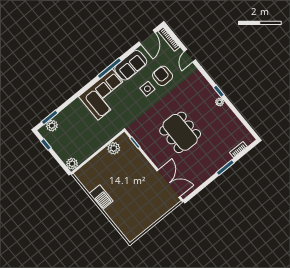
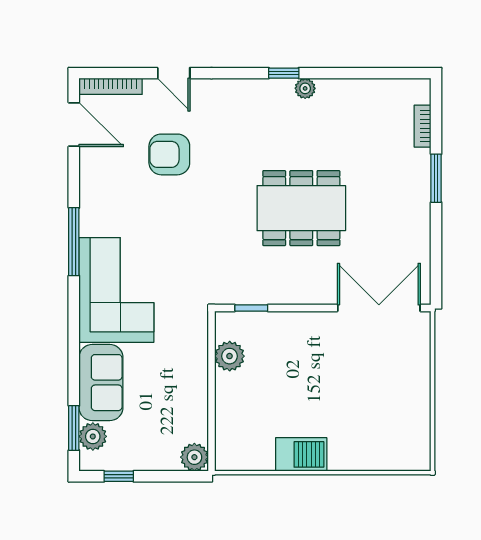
sofa: (131, 65) -> (101, 383), moved
side table: (147, 89) -> (170, 202), removed

